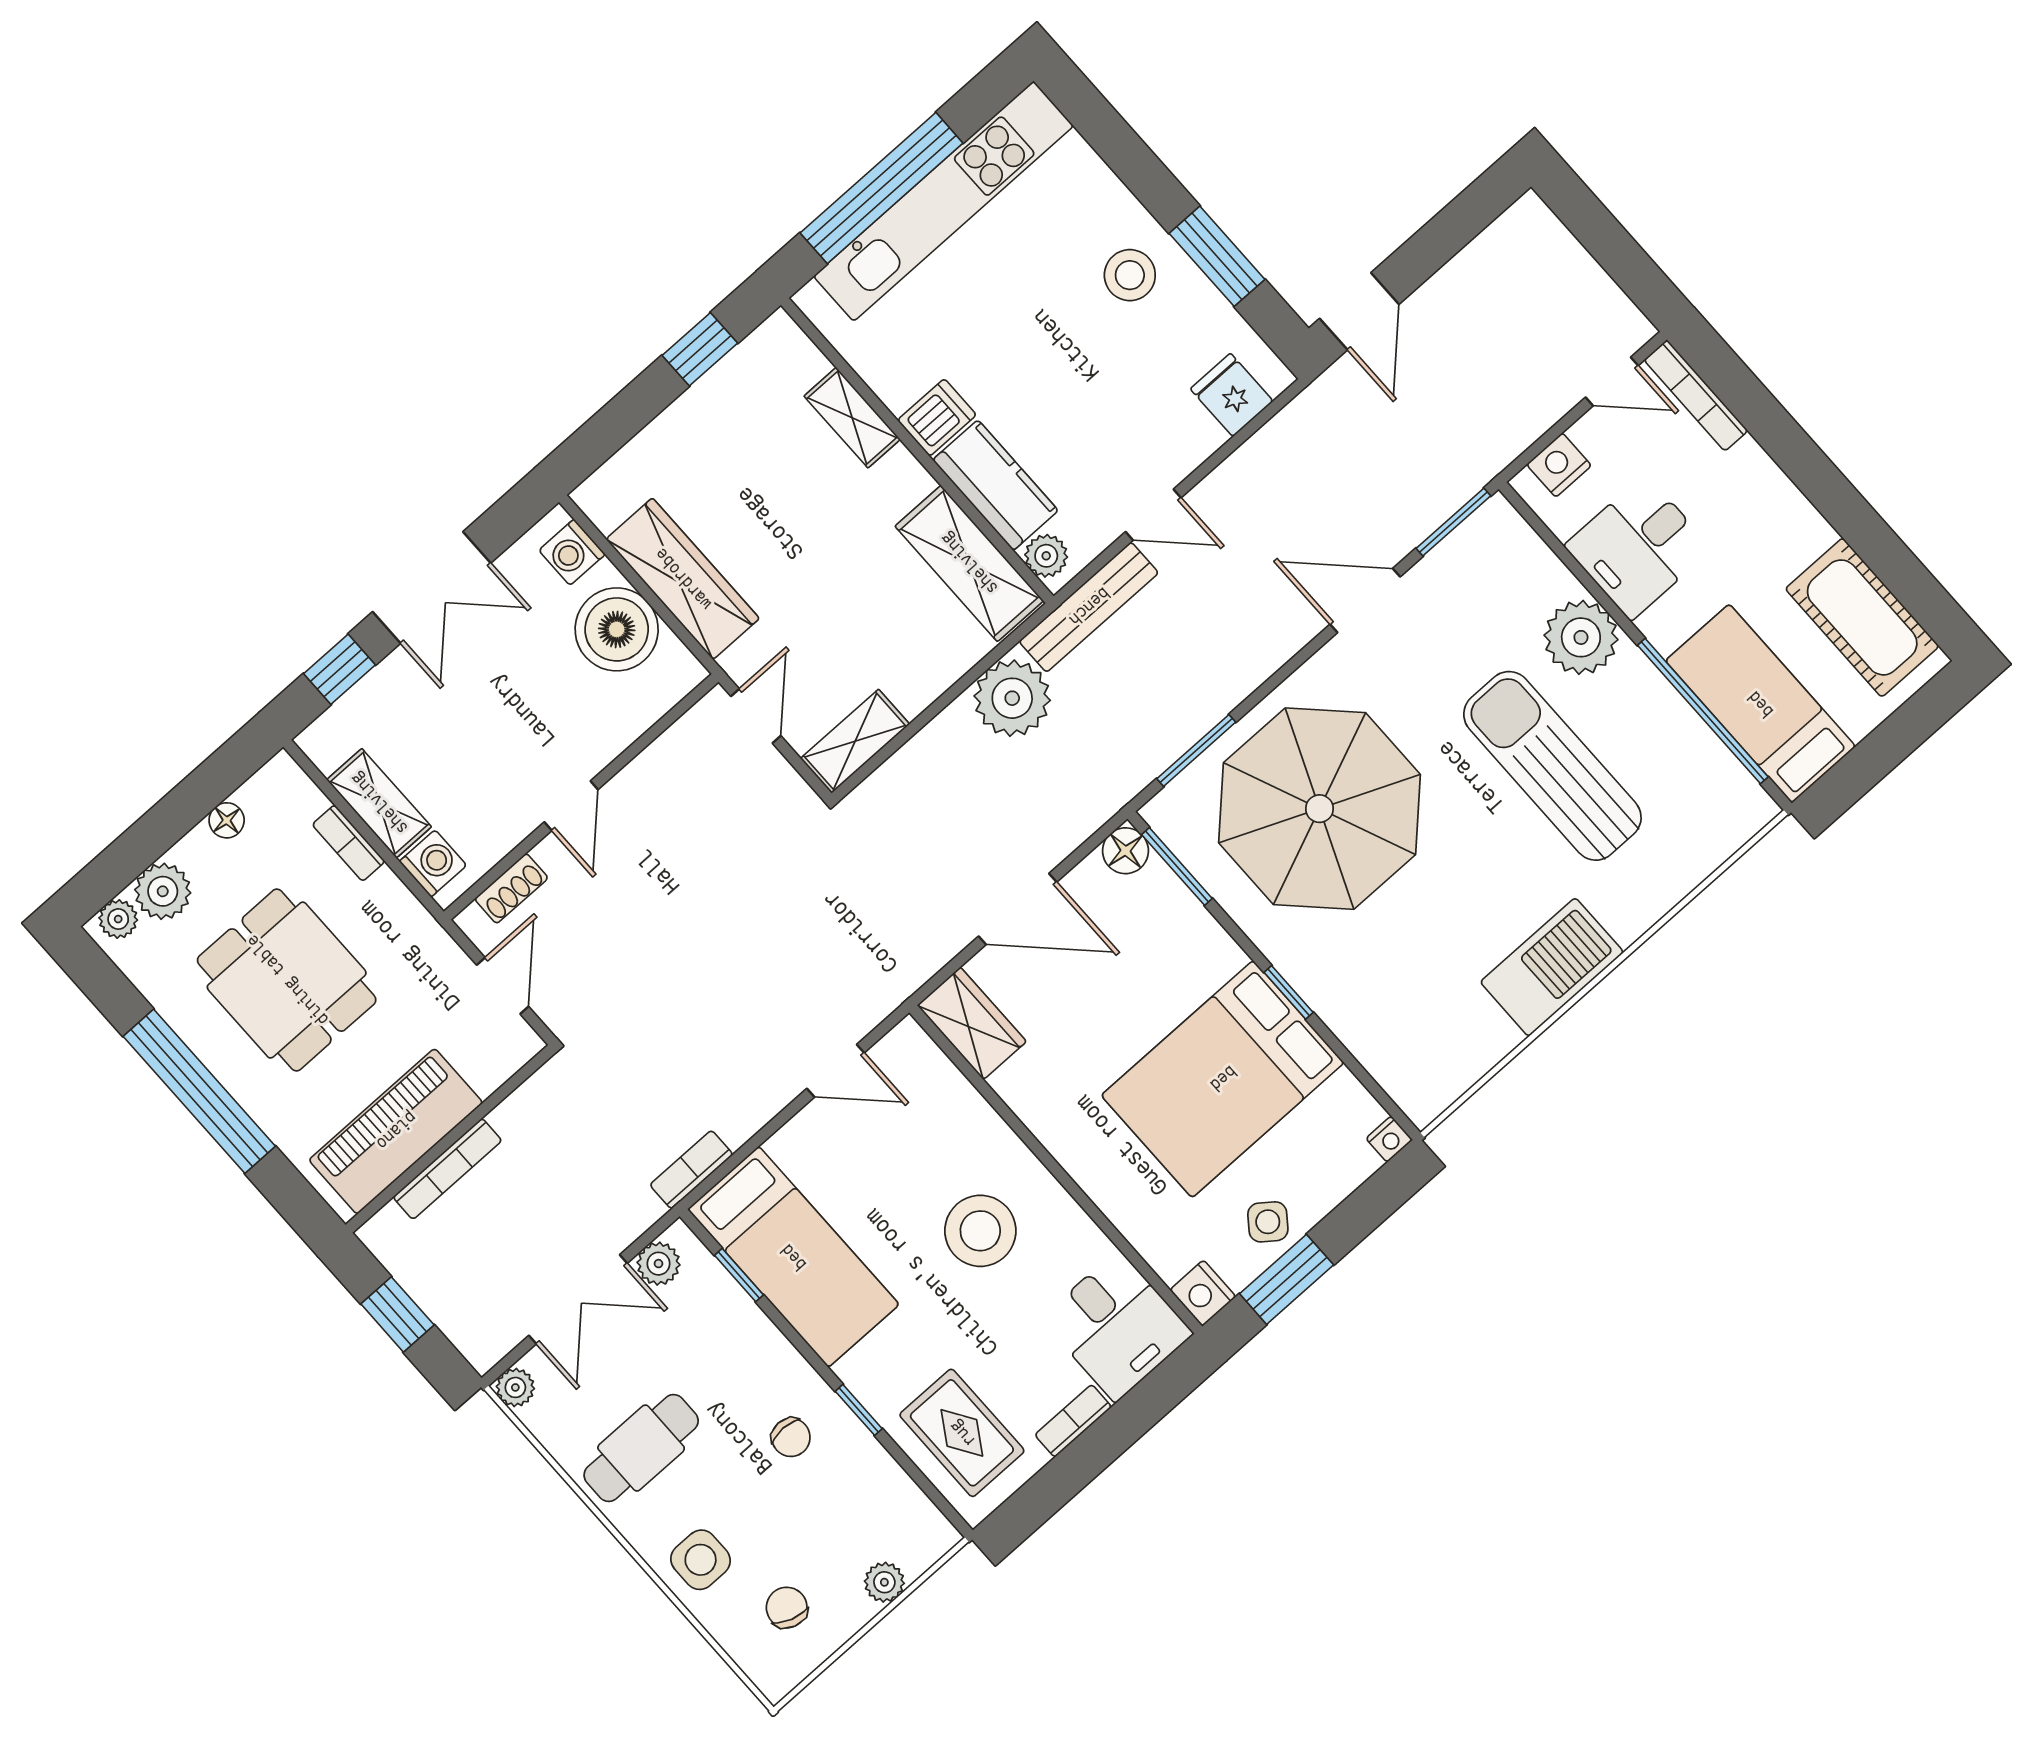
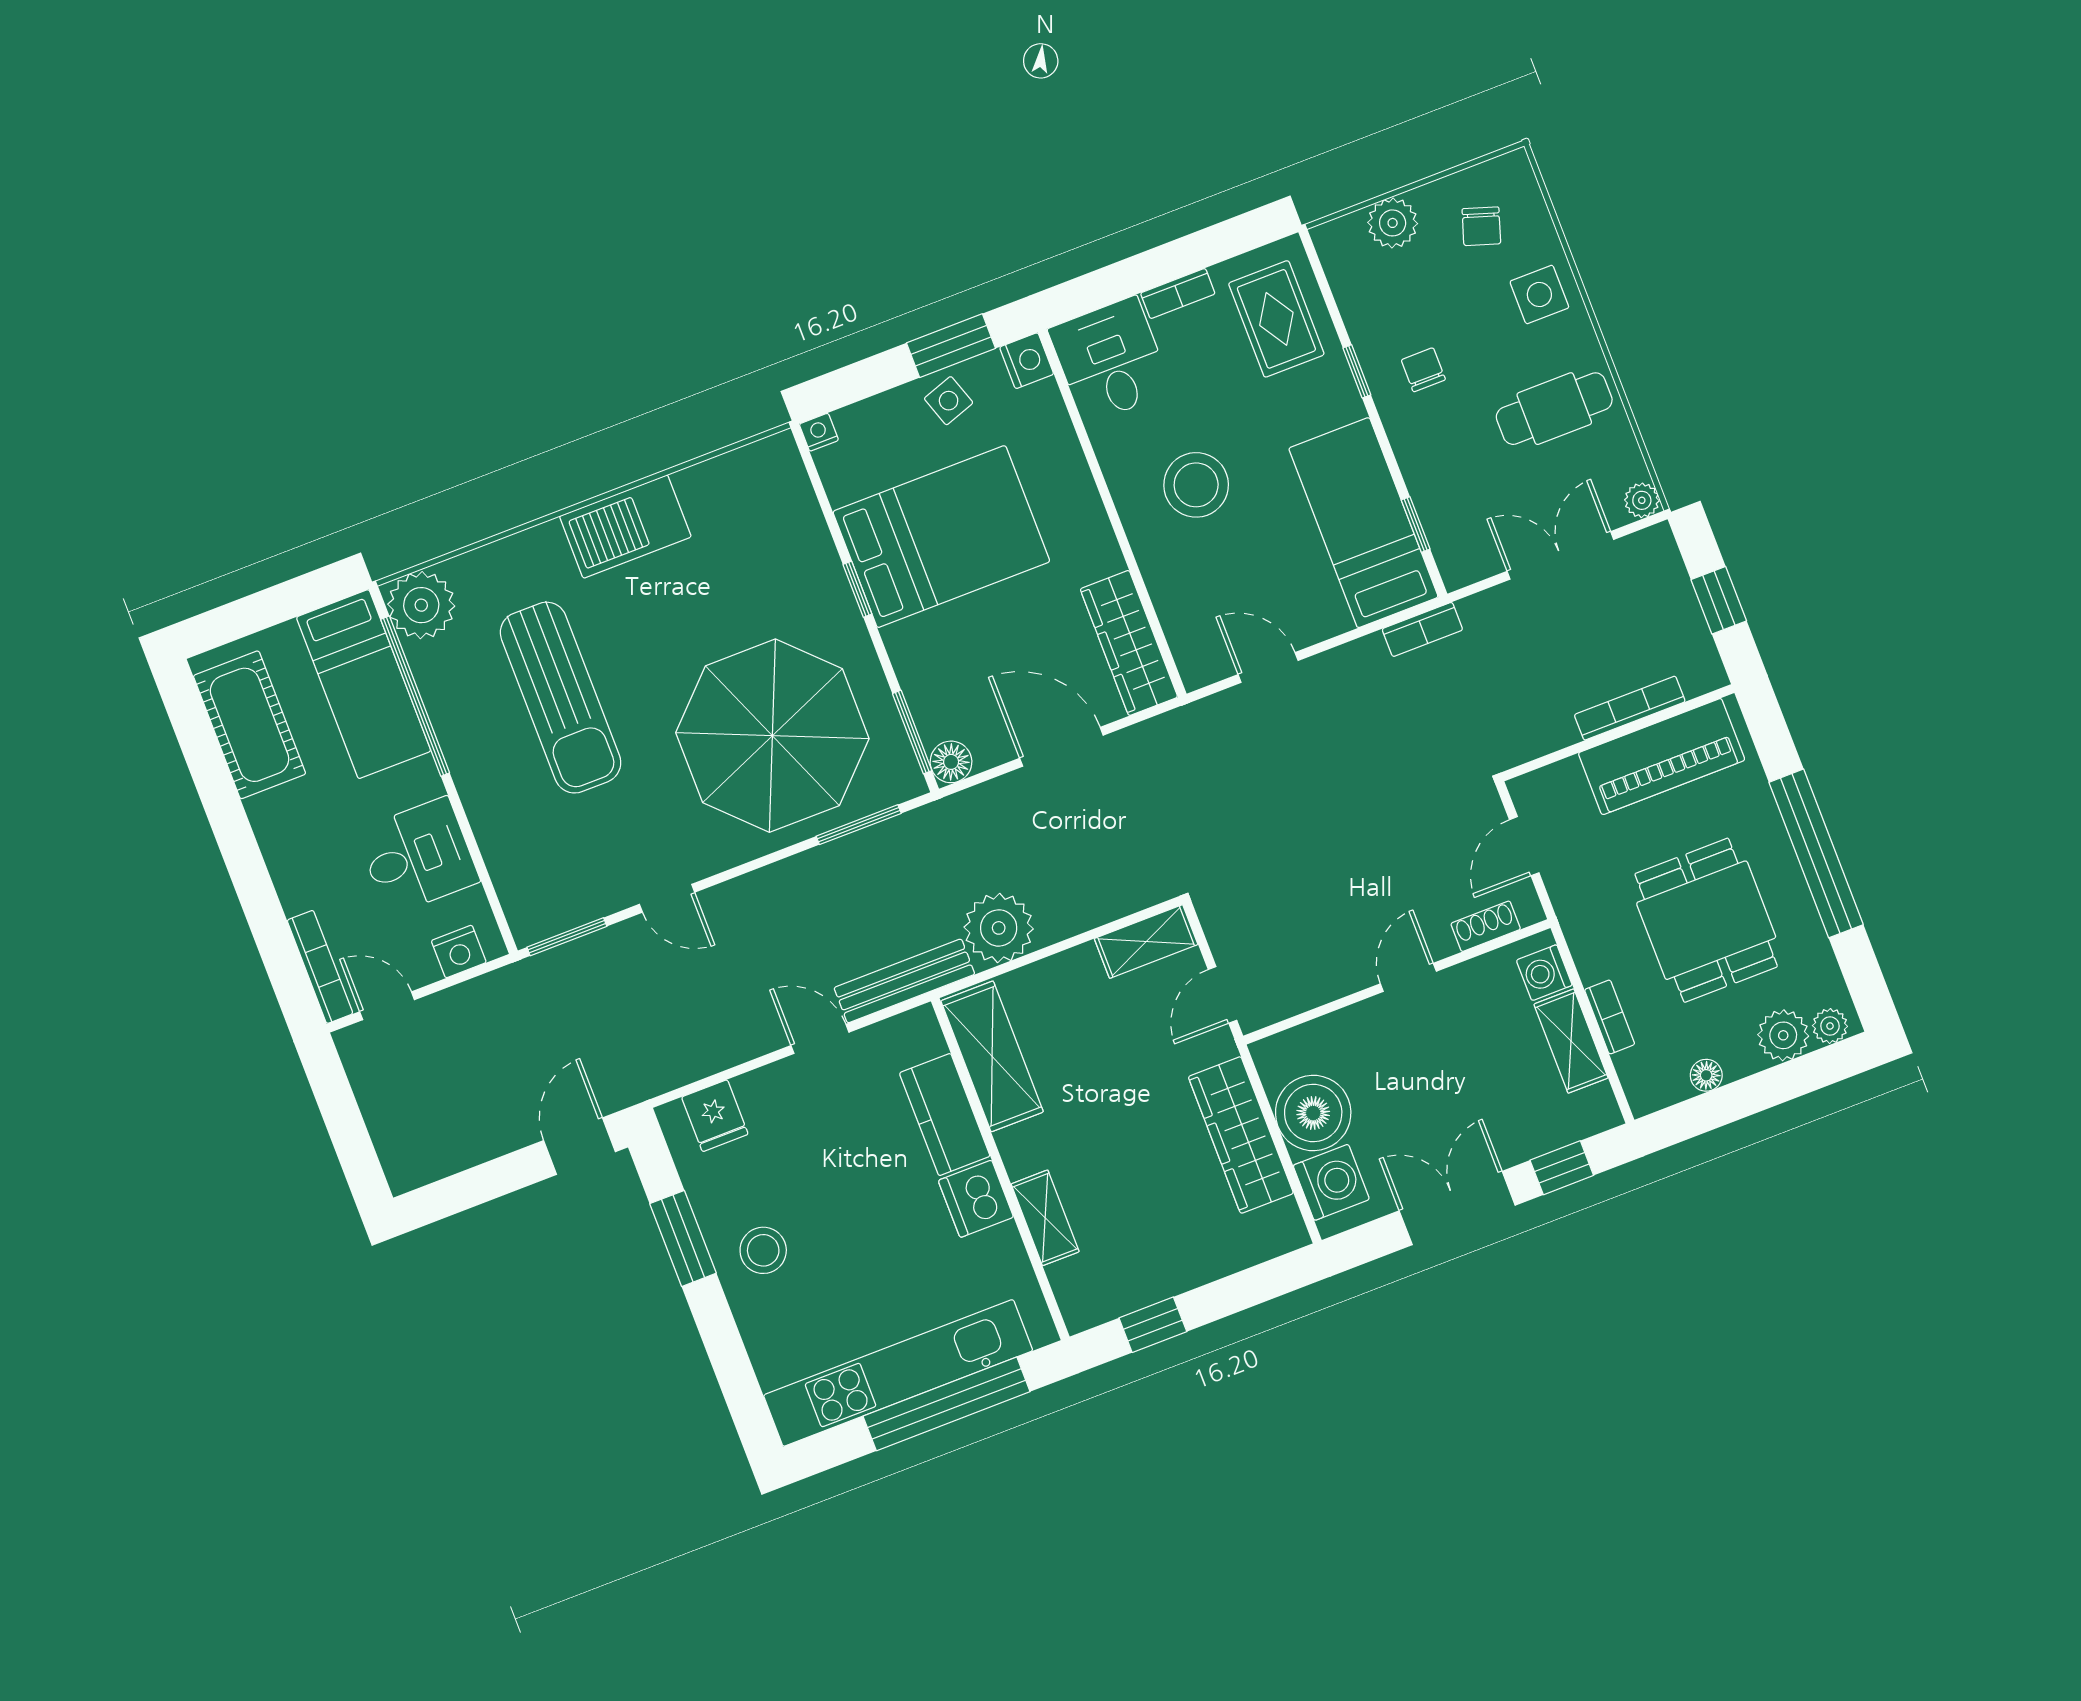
dishwasher: (937, 417) -> (976, 1199), width x1.38
washing machine: (572, 552) -> (1331, 1182), width x1.38, depth x1.38
plant: (1046, 556) -> (924, 1038), removed
door: (1365, 600) -> (667, 898), width x0.73
plant: (1581, 637) -> (421, 605), moved
wardrobe: (972, 1023) -> (1129, 643), width x1.50
side table: (1268, 1222) -> (949, 401), turned 34
plant: (658, 1264) -> (1480, 560), removed
plant: (884, 1582) -> (1393, 223), width x1.38, depth x1.38

